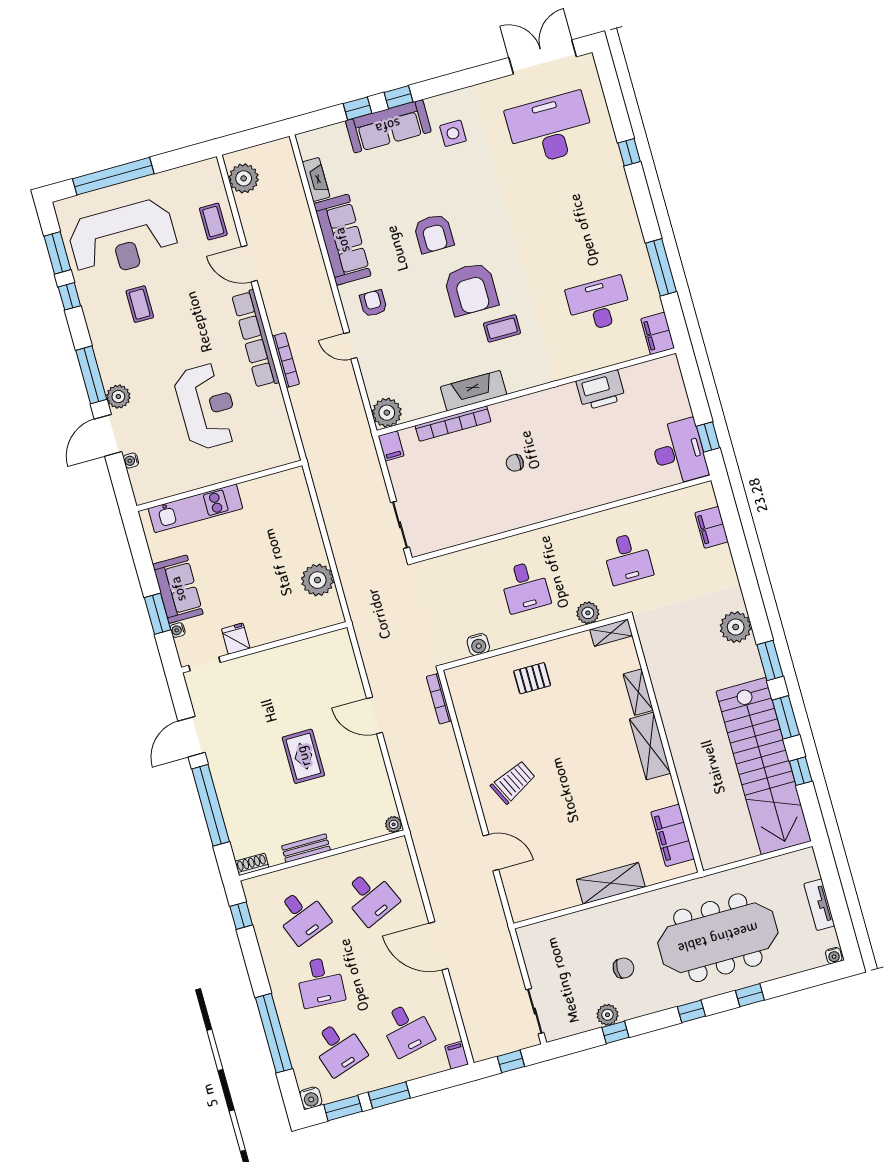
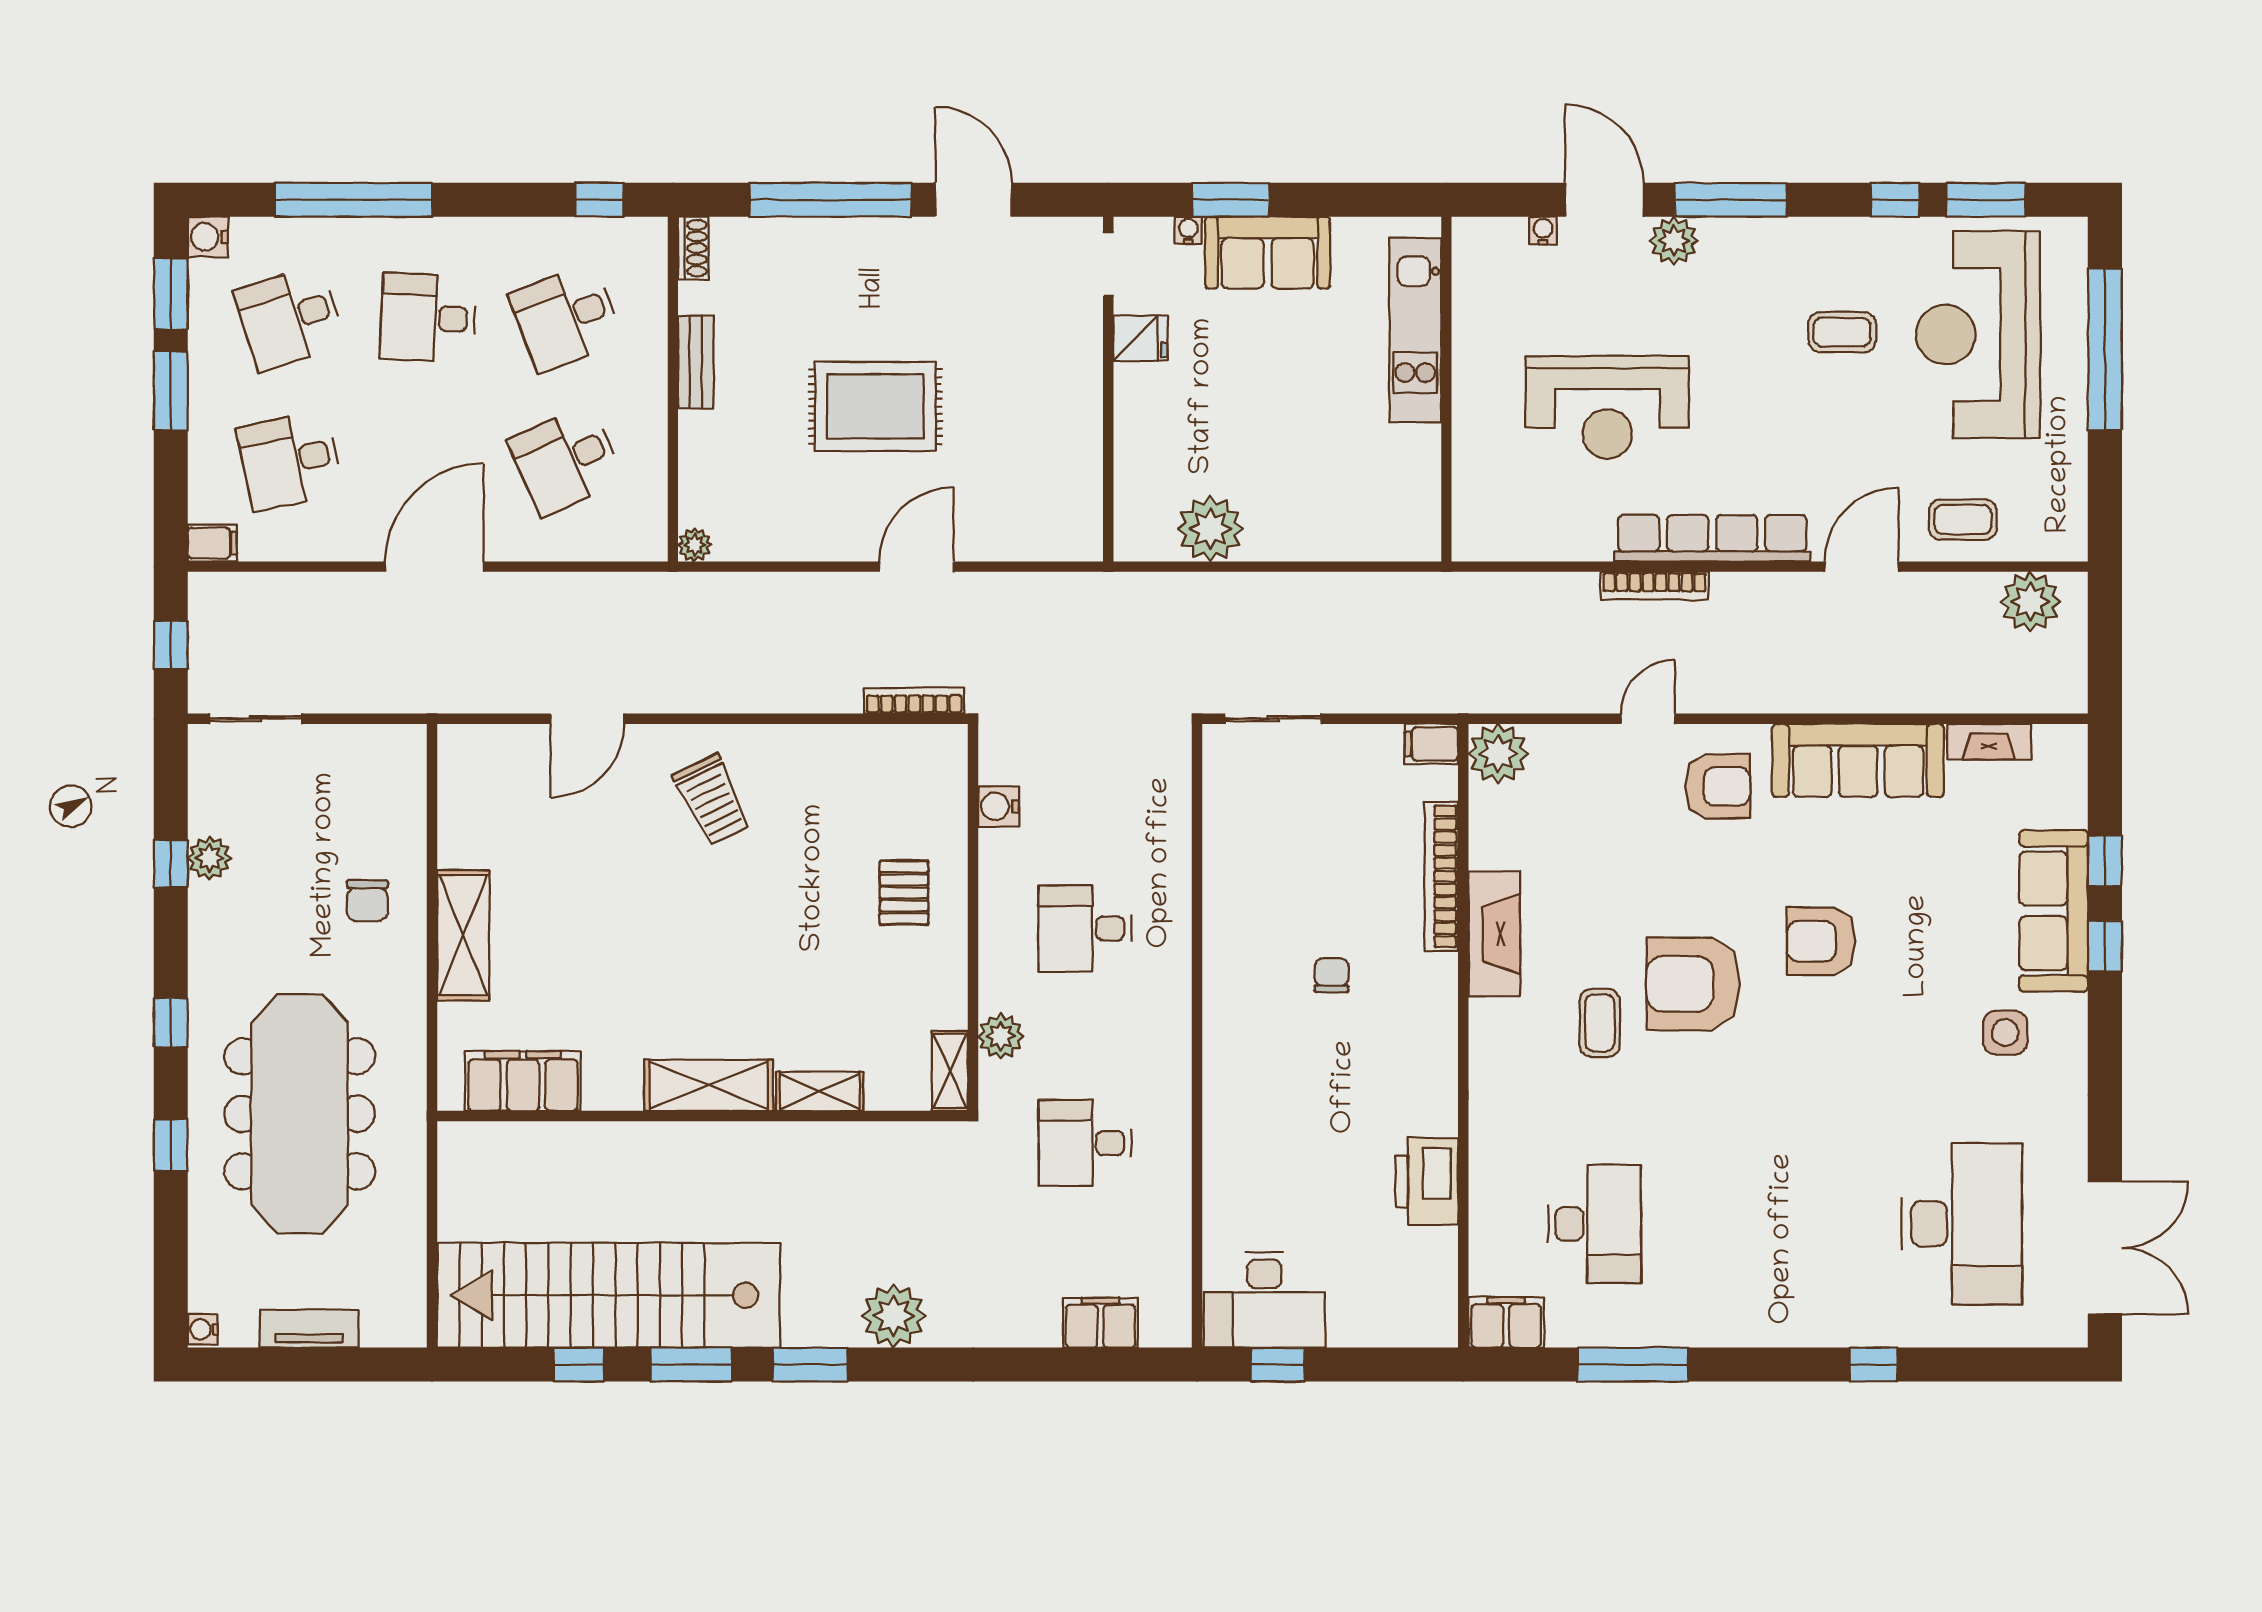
armchair: (373, 303) -> (1718, 786), width x1.38, depth x1.38
rug: (303, 756) -> (875, 406), width x1.36, depth x1.43
chair: (624, 968) -> (367, 901), moved

